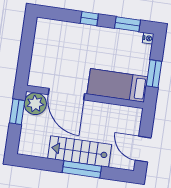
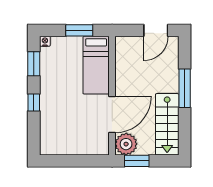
stairs: (80, 151) -> (167, 124), moved

